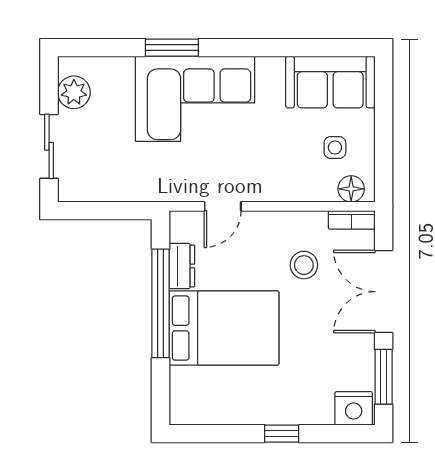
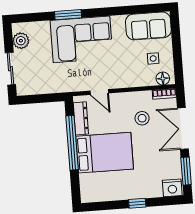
door: (223, 206) -> (99, 92), hinge flipped
dresser: (182, 266) -> (81, 118), width x1.44

